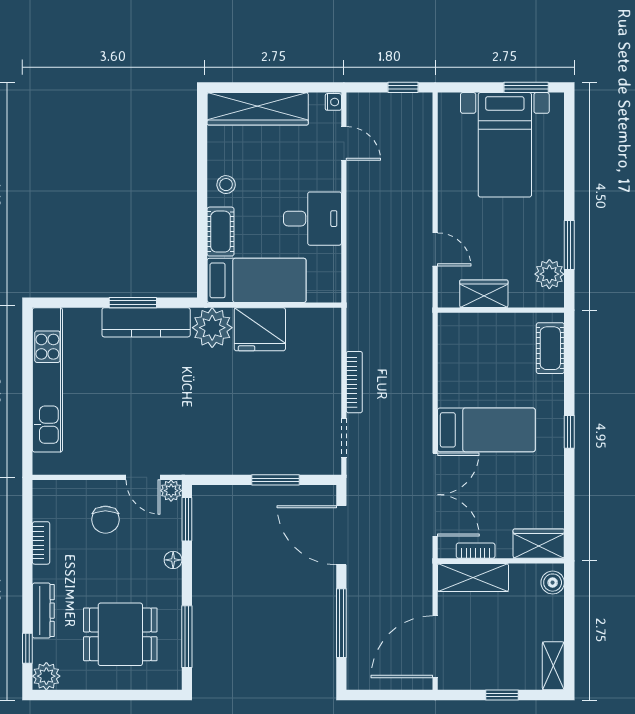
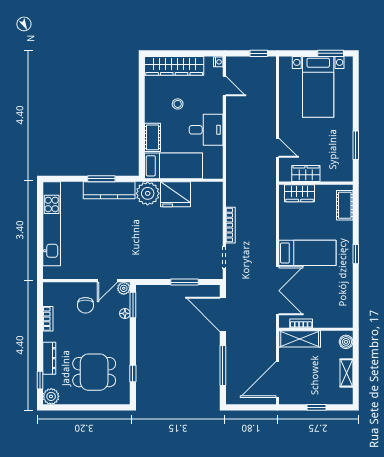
stool: (226, 185) -> (178, 104), moved
plant: (549, 274) -> (344, 162), removed
door: (143, 477) -> (107, 281), hinge flipped
wardrobe: (539, 544) -> (300, 193), moved, turned 180
floor lamp: (173, 560) -> (125, 313), moved
window: (187, 637) -> (133, 373), width x0.46
shelving: (553, 666) -> (346, 373), moved

